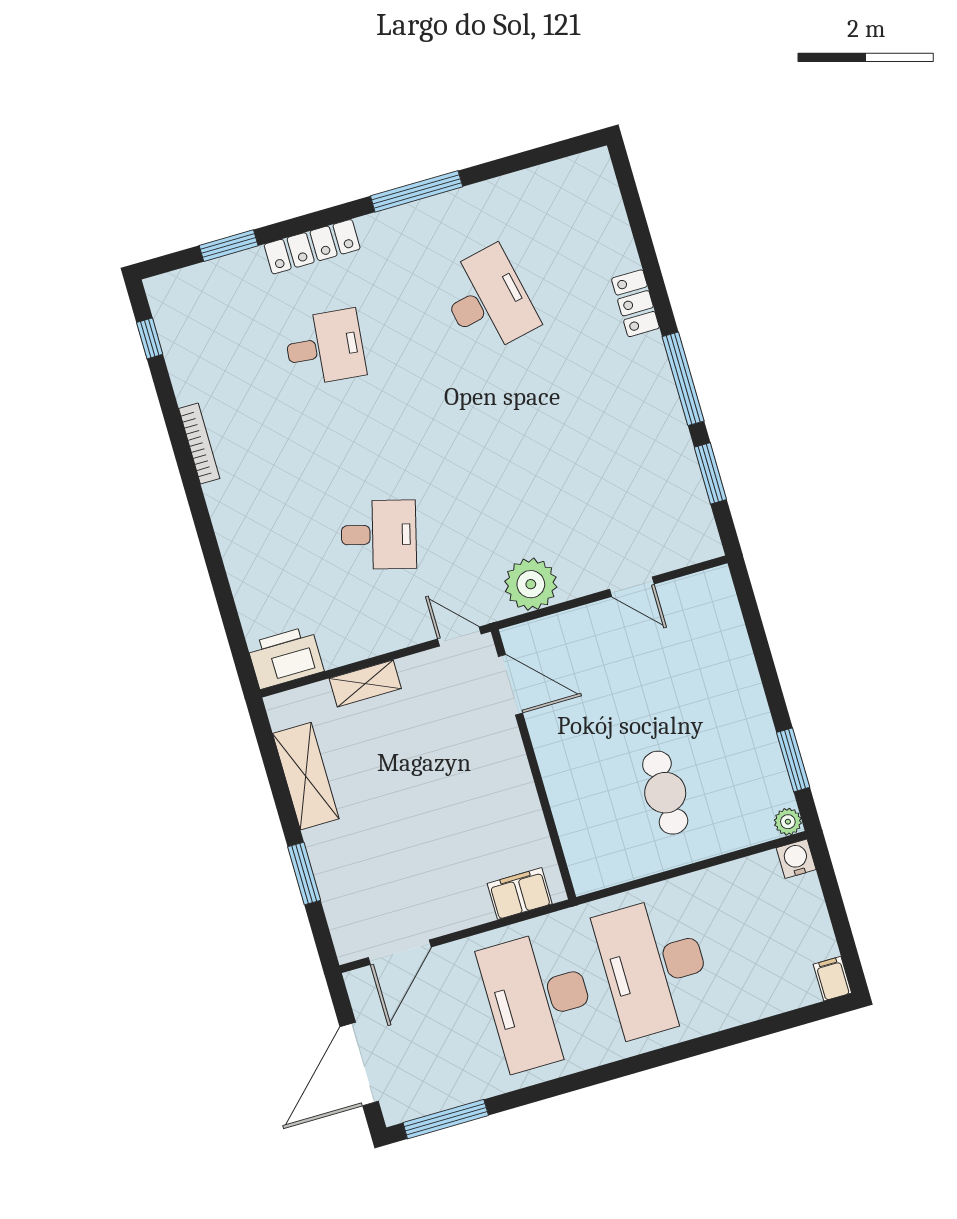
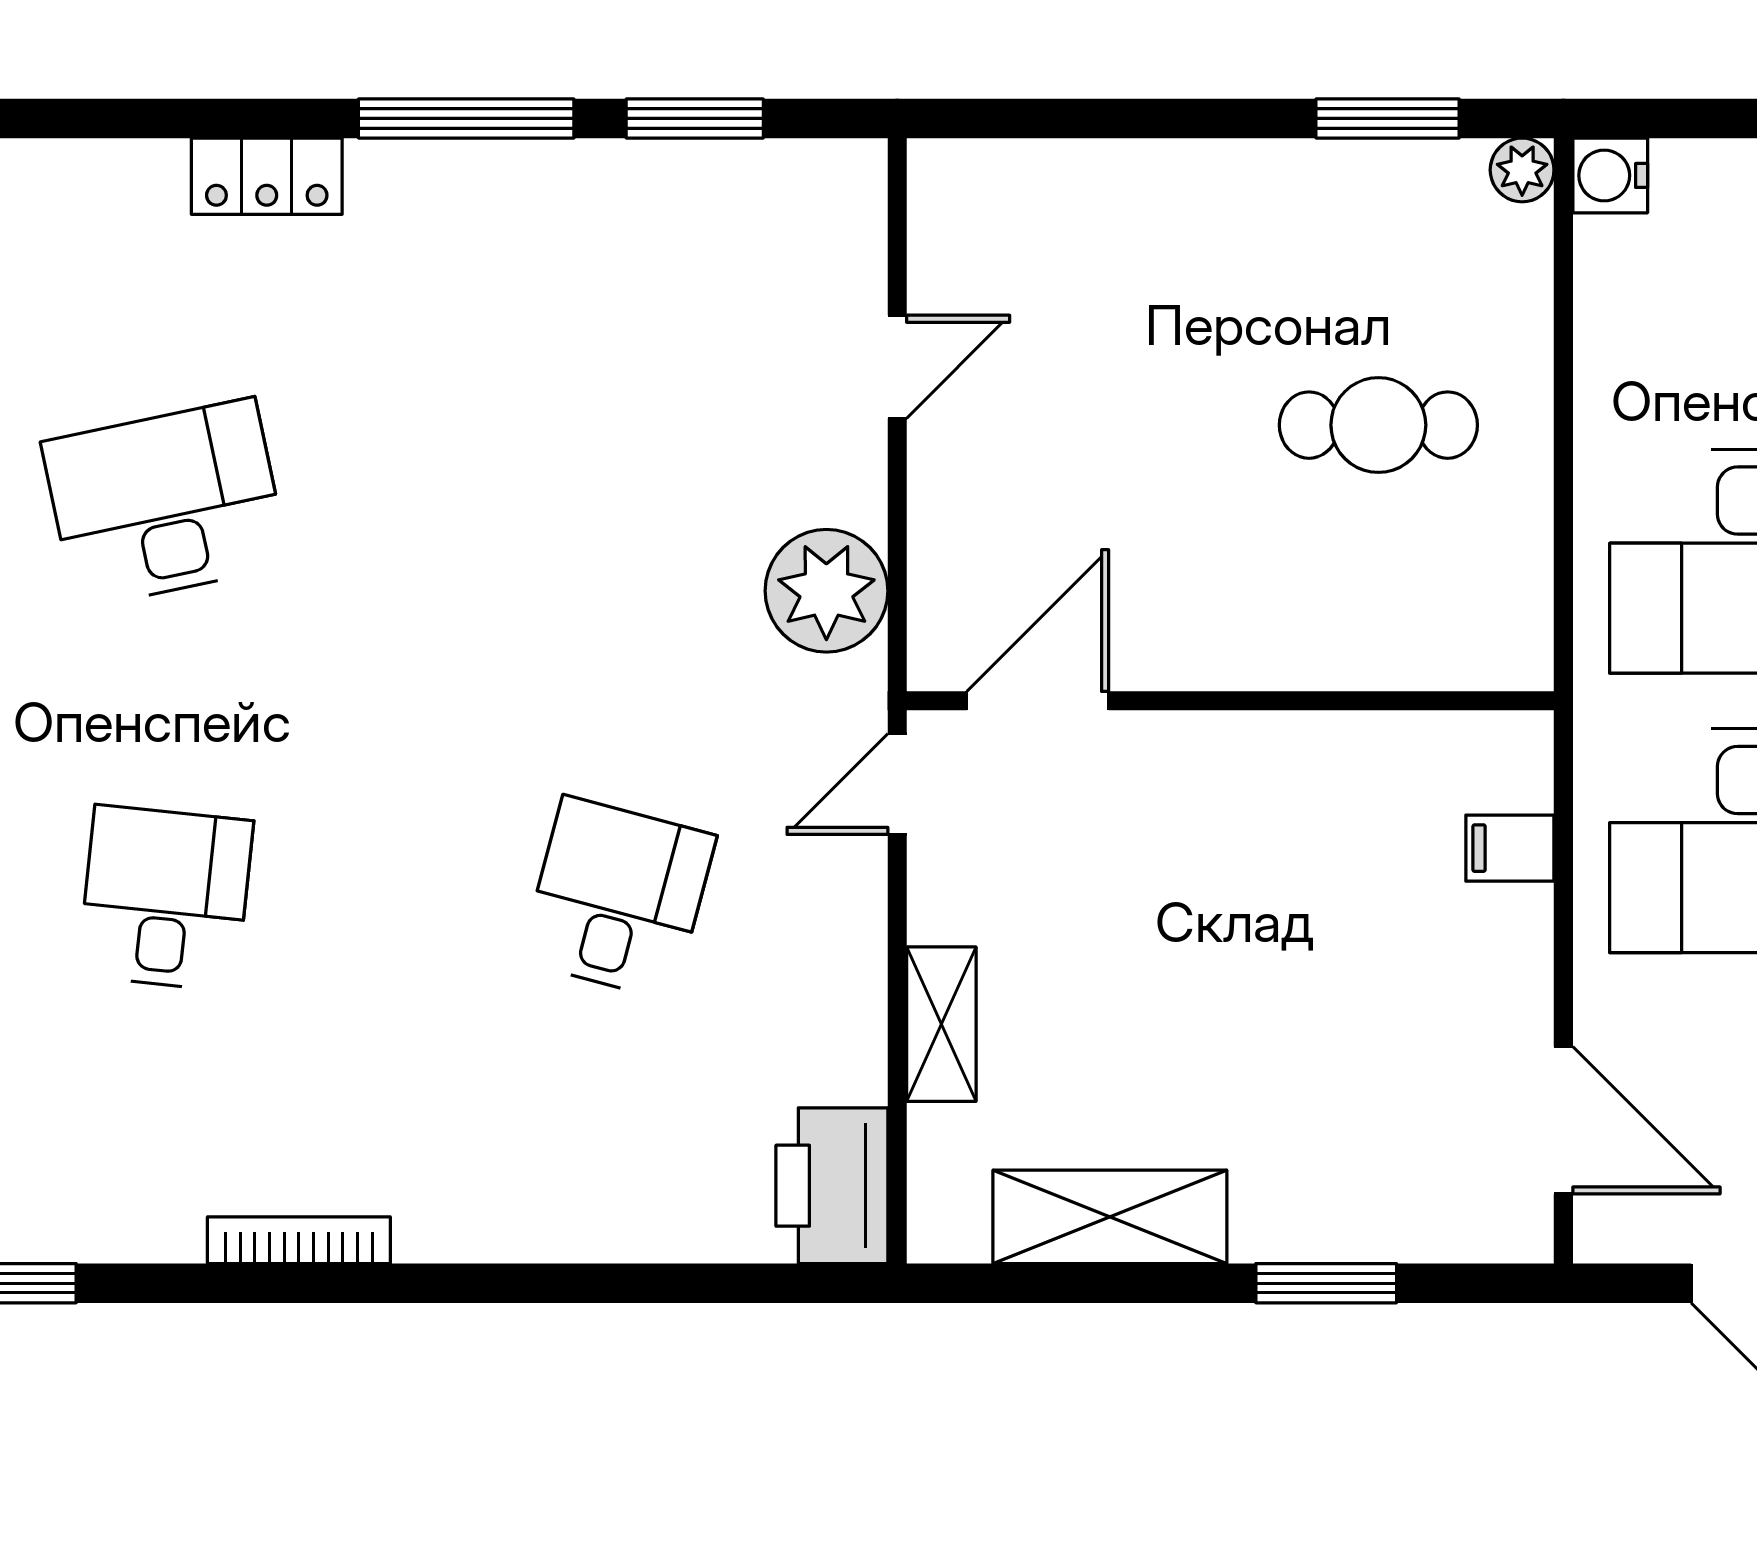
filing cabinet: (520, 894) -> (1510, 848), width x0.50

